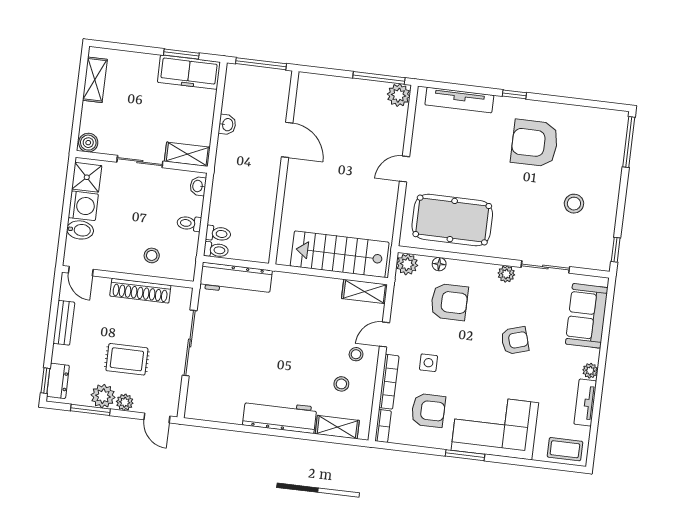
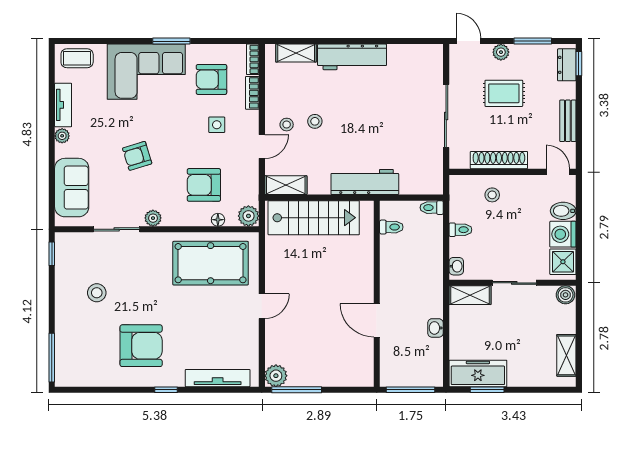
toilet: (218, 234) -> (391, 227), moved, turned 180
workbench: (236, 279) -> (365, 182), moved
bookcase: (389, 382) -> (252, 93), width x0.64
stool: (341, 384) -> (315, 121), moved
plant: (103, 396) -> (522, 56), removed

